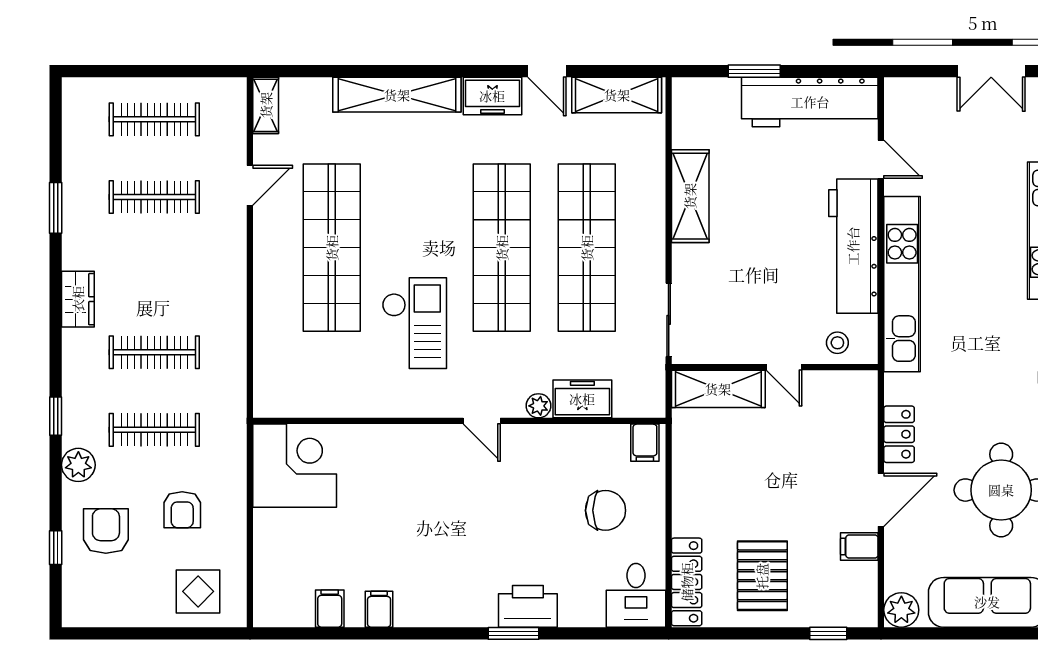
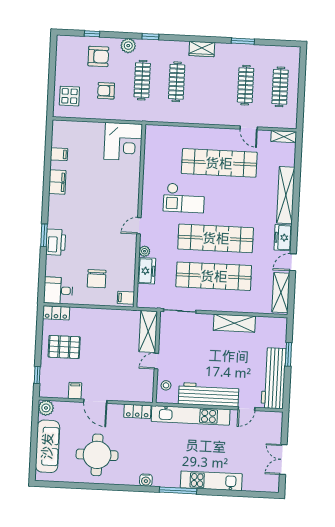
locker: (899, 434) -> (137, 411), moved
locker: (687, 582) -> (56, 313), width x0.66
filing cabinet: (379, 609) -> (57, 182), width x2.00

